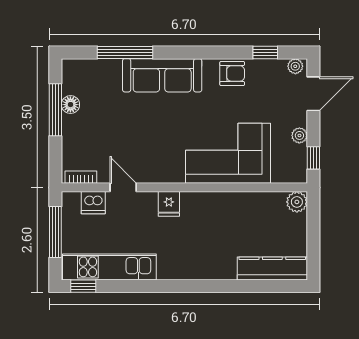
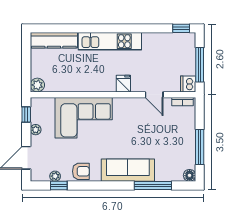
plant: (295, 66) -> (55, 176), moved
armchair: (232, 73) -> (81, 171), turned 180
floor lamp: (70, 105) -> (190, 175), moved
dishwasher: (93, 203) -> (188, 84), moved, turned -90
kitchen unit: (109, 267) -> (110, 41), moved

